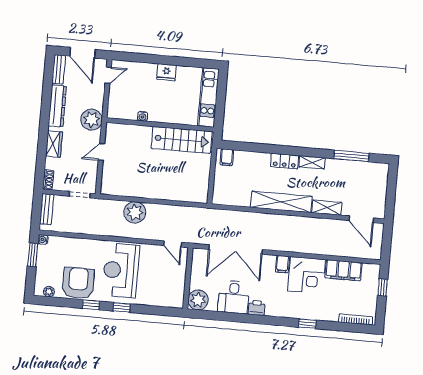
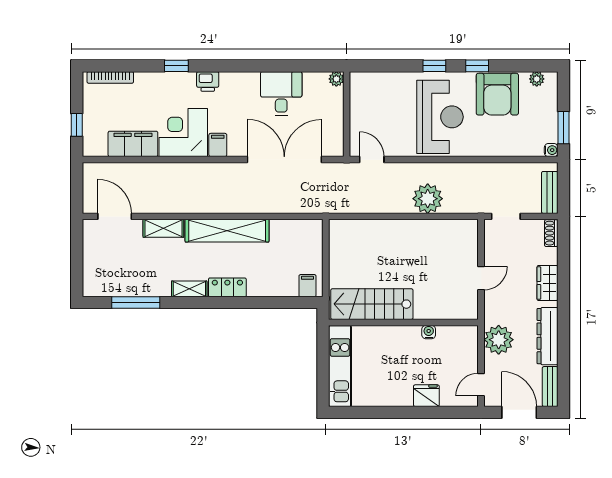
fridge: (167, 72) -> (426, 396), moved
plant: (92, 120) -> (499, 340), moved
plant: (198, 300) -> (336, 79), width x0.53, depth x0.53
printer: (257, 308) -> (208, 81), moved

